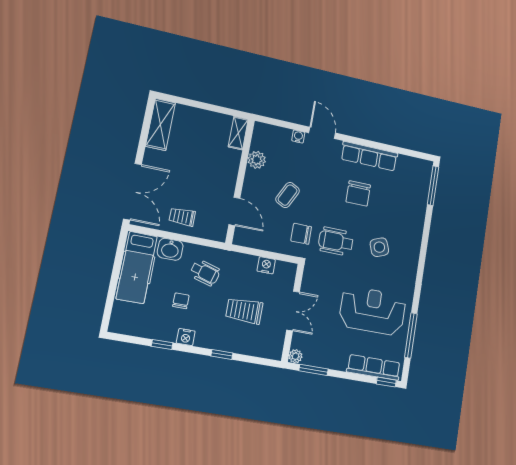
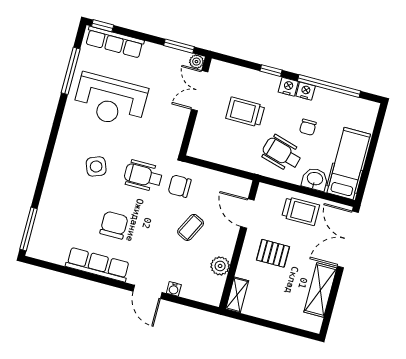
shelving: (160, 124) -> (320, 290), moved
pallet: (207, 174) -> (273, 253), added
trolley: (182, 217) -> (301, 211), width x1.36, depth x1.39
chair: (301, 234) -> (180, 186), turned 180
wheelchair: (336, 241) -> (143, 176), turned 180
nightstand: (266, 265) -> (288, 87), moved, turned 180
wheelchair: (205, 273) -> (282, 153), width x1.36, depth x1.37
trolley: (244, 311) -> (245, 112), turned 180
double door: (293, 311) -> (200, 91), moved
window: (162, 344) -> (329, 86), width x3.17

